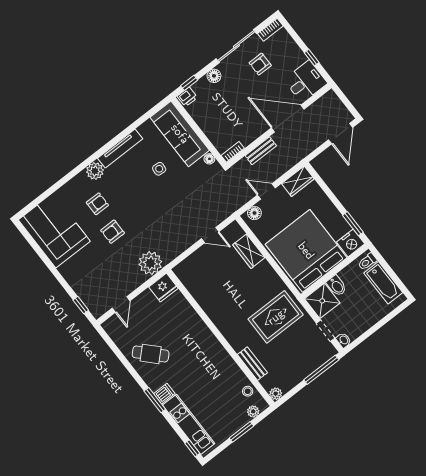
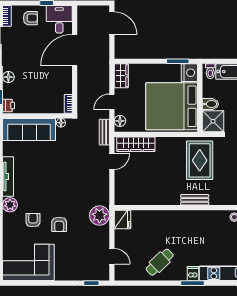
armchair: (260, 64) -> (30, 18), moved, turned -90
bench: (261, 151) -> (104, 132), moved
side table: (159, 169) -> (42, 161), removed
wardrobe: (249, 251) -> (136, 144), width x1.50
bench: (252, 364) -> (195, 200), moved

